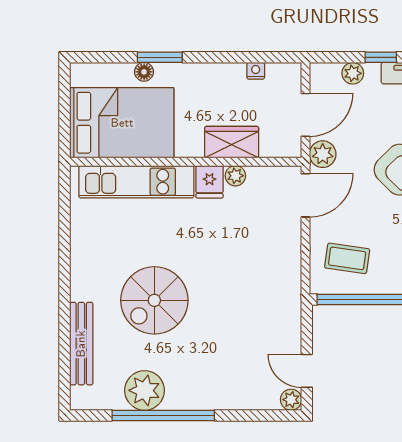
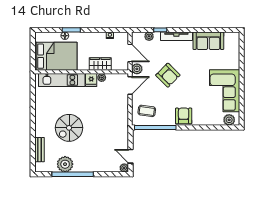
door: (305, 115) -> (130, 53), hinge flipped
bench: (81, 344) -> (40, 150), width x0.73

